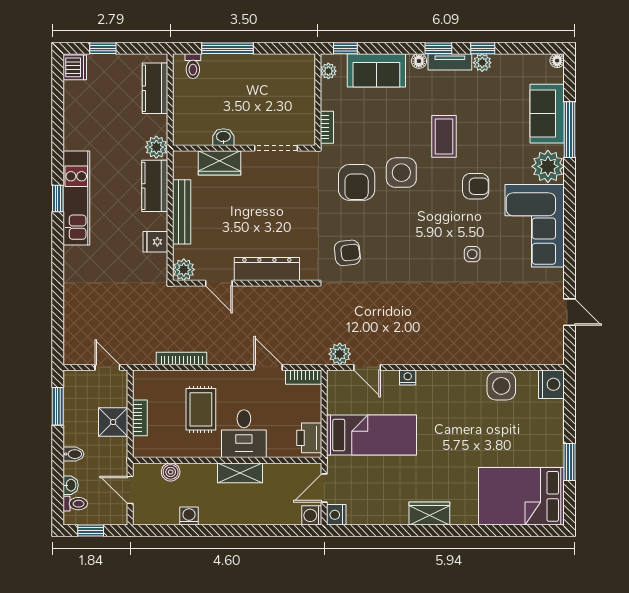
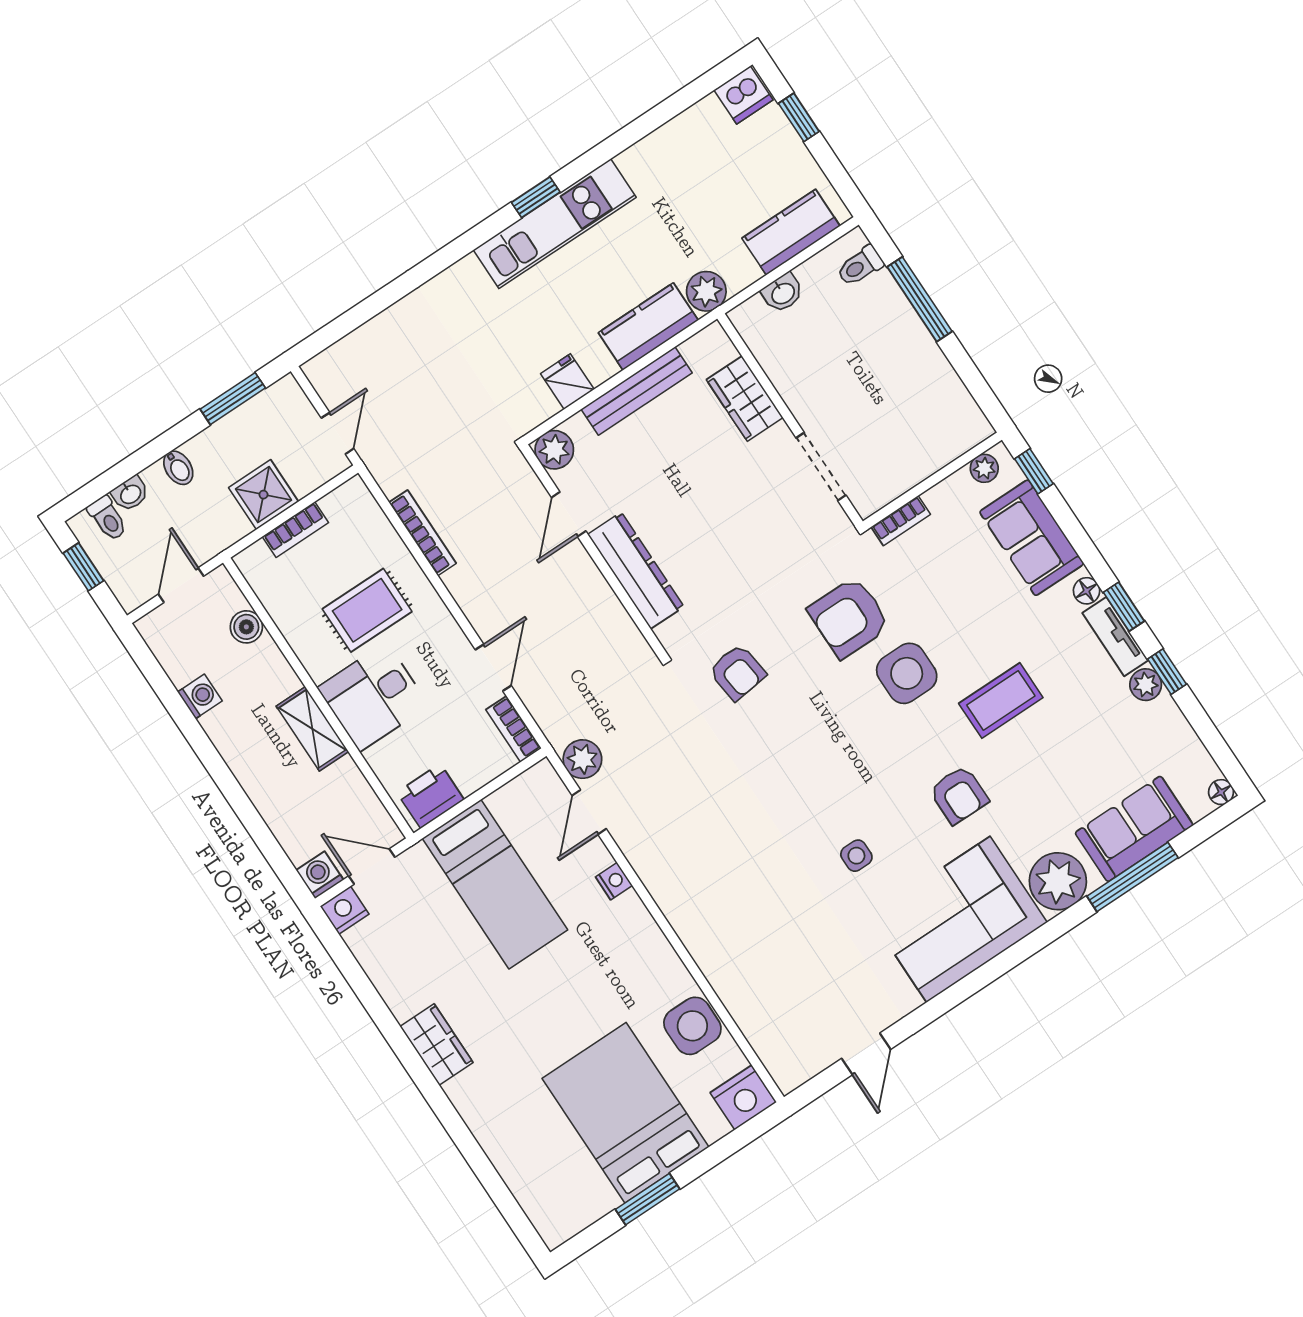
washbasin: (223, 137) -> (783, 293), moved, turned 90
bed: (521, 496) -> (625, 1113), moved

